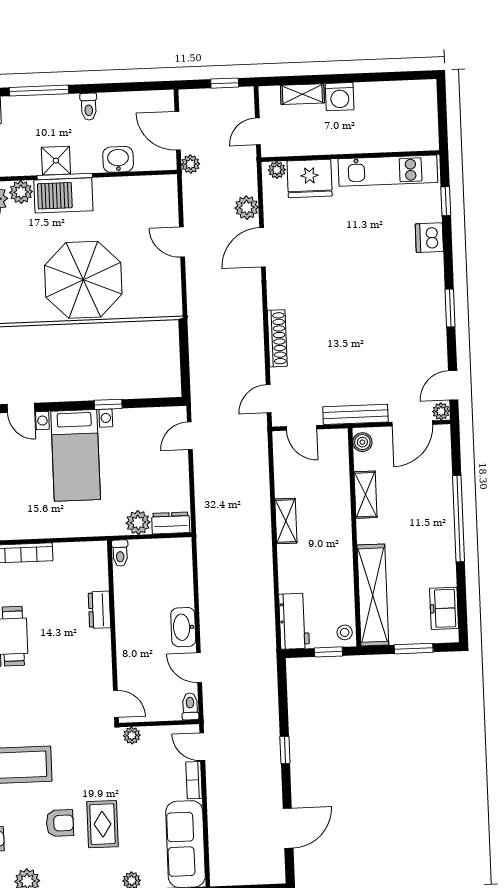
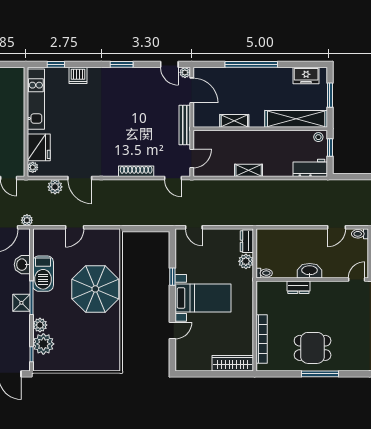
barbecue: (63, 195) -> (43, 274), moved
boiler: (362, 442) -> (202, 122), removed
washbasin: (183, 627) -> (310, 271), moved, turned 180

